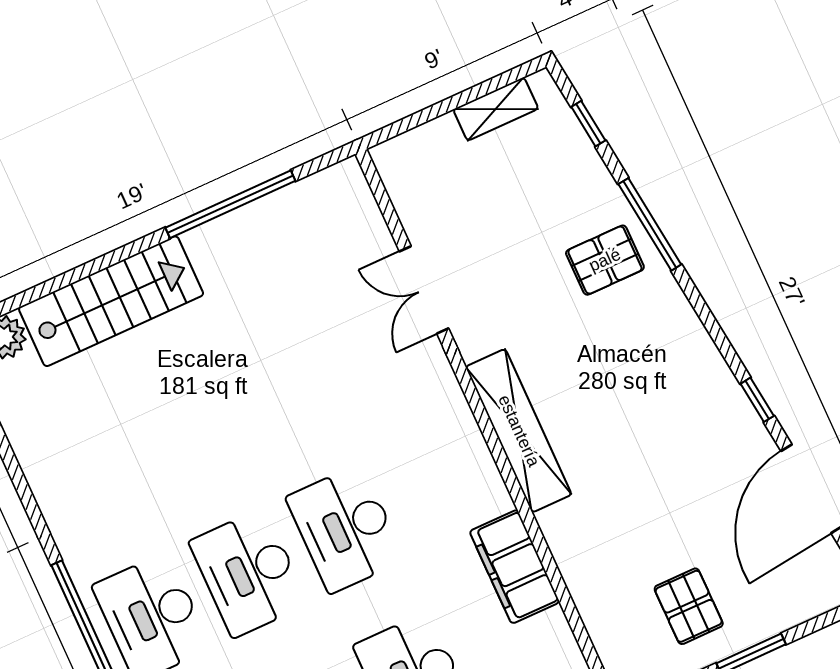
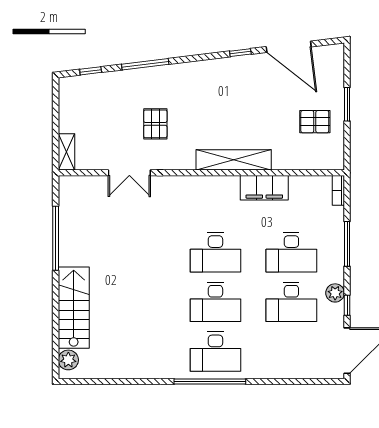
shelving: (496, 109) -> (66, 152), moved
pallet: (605, 260) -> (155, 124), moved
shelving: (519, 431) -> (234, 160), moved

